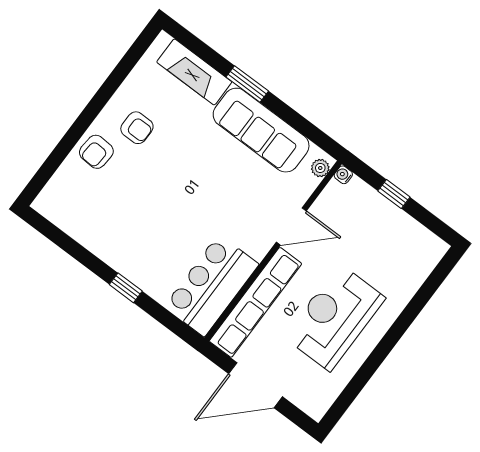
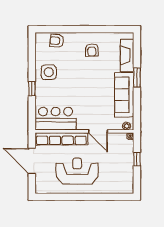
armchair: (96, 152) -> (57, 41), moved
side table: (119, 235) -> (49, 72), added

